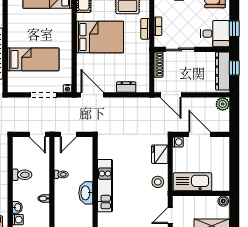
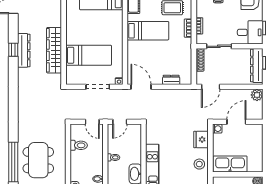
bed: (100, 37) -> (148, 31), width x0.67
door: (171, 95) -> (211, 87), hinge flipped
door: (200, 134) -> (236, 122), hinge flipped
toilet: (22, 175) -> (79, 145), moved

